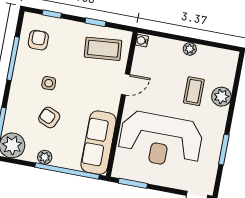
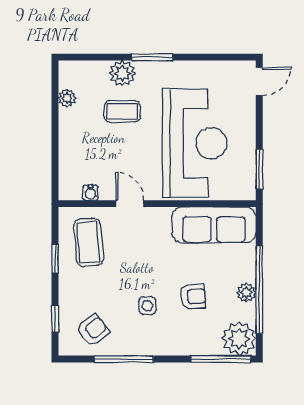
armchair: (38, 40) -> (93, 330), turned 141
water cooler: (142, 41) -> (91, 193), moved
plant: (190, 49) -> (67, 98), moved
armchair: (49, 118) -> (193, 296), turned -117
window: (224, 150) -> (152, 57), moved
window: (67, 171) -> (259, 290), moved

